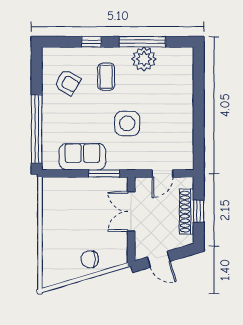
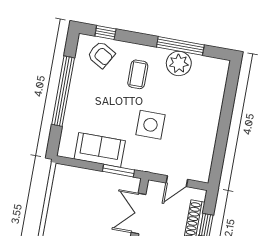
window: (91, 42) -> (105, 32), moved
armchair: (68, 82) -> (101, 55), moved
window: (37, 129) -> (63, 91), moved

